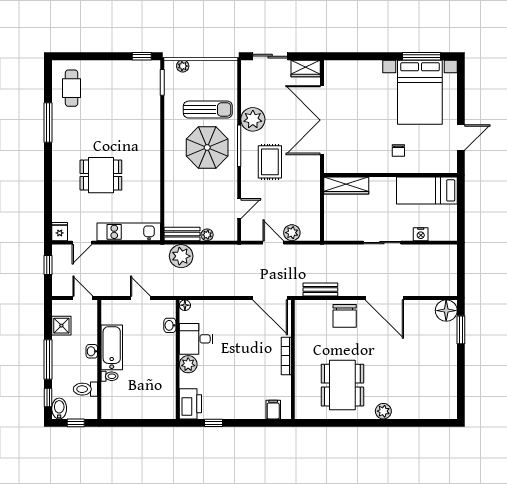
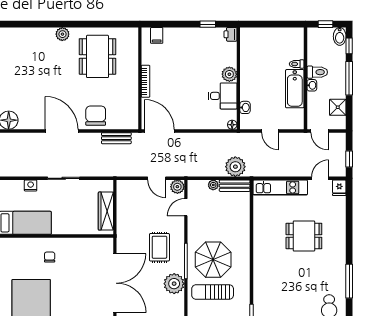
wardrobe: (346, 185) -> (106, 211), moved, turned -90
plant: (292, 233) -> (177, 187), moved
toilet: (85, 389) -> (317, 72), moved
printer: (190, 404) -> (231, 34), width x0.53, depth x0.68

